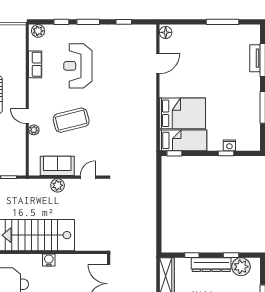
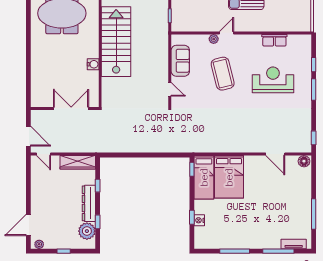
window: (124, 22) -> (314, 138), moved
plant: (38, 31) -> (305, 43), removed
tv unit: (255, 58) -> (294, 244), moved
plant: (58, 185) -> (162, 61), removed
water cooler: (49, 260) -> (93, 64), moved

